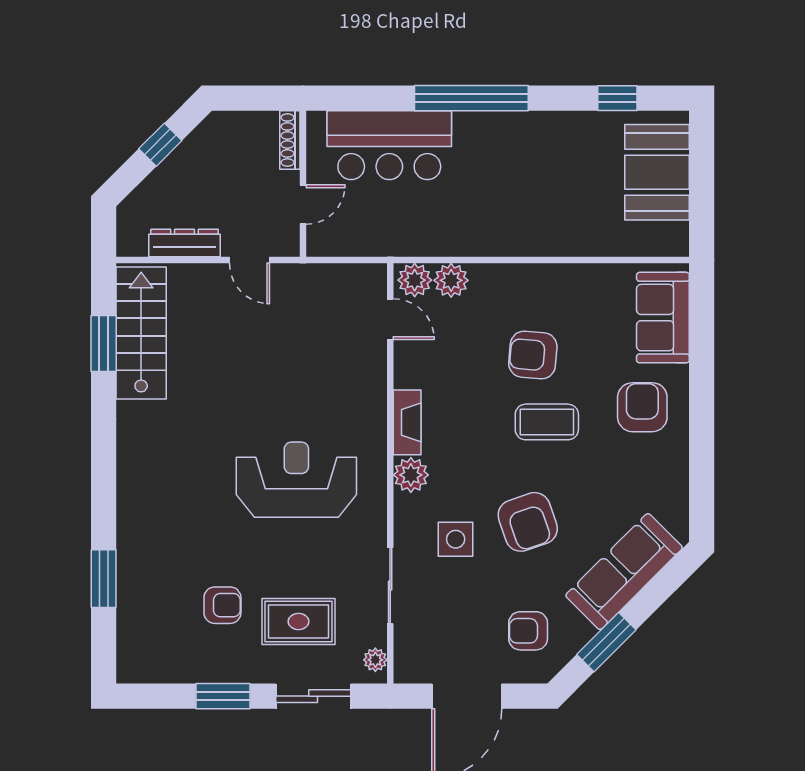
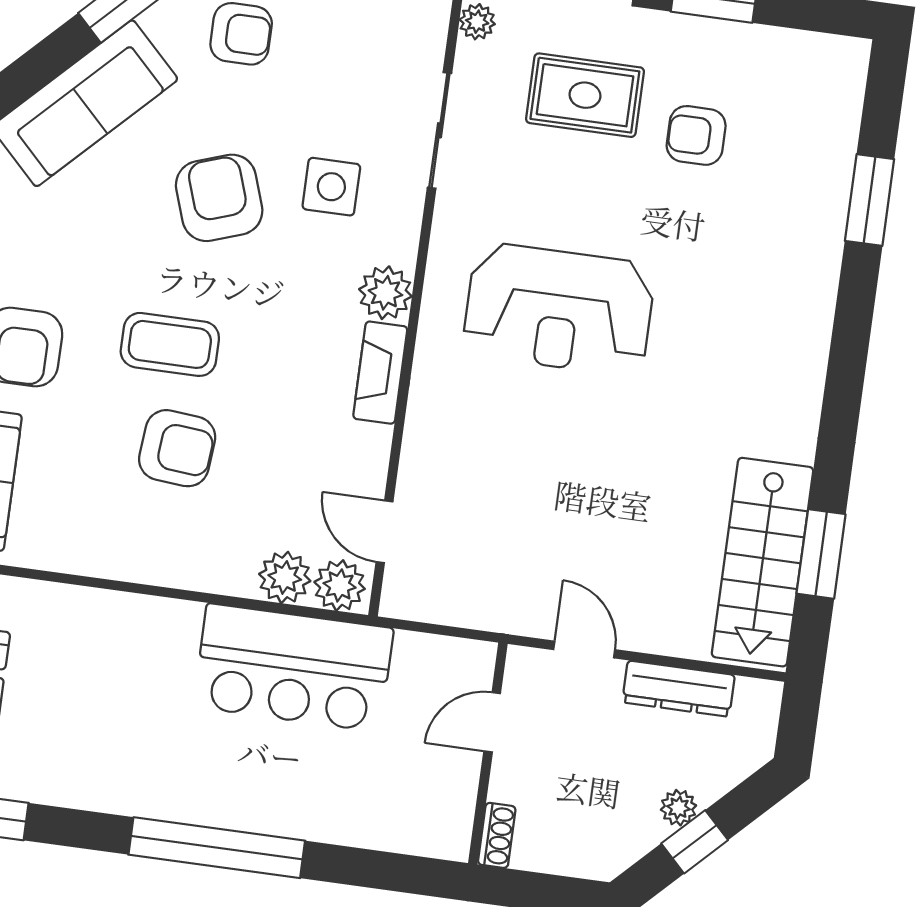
shoe rack: (290, 140) -> (497, 835), width x0.70
bar counter: (389, 145) -> (293, 667), moved, turned 180
plant: (174, 165) -> (678, 808), added

